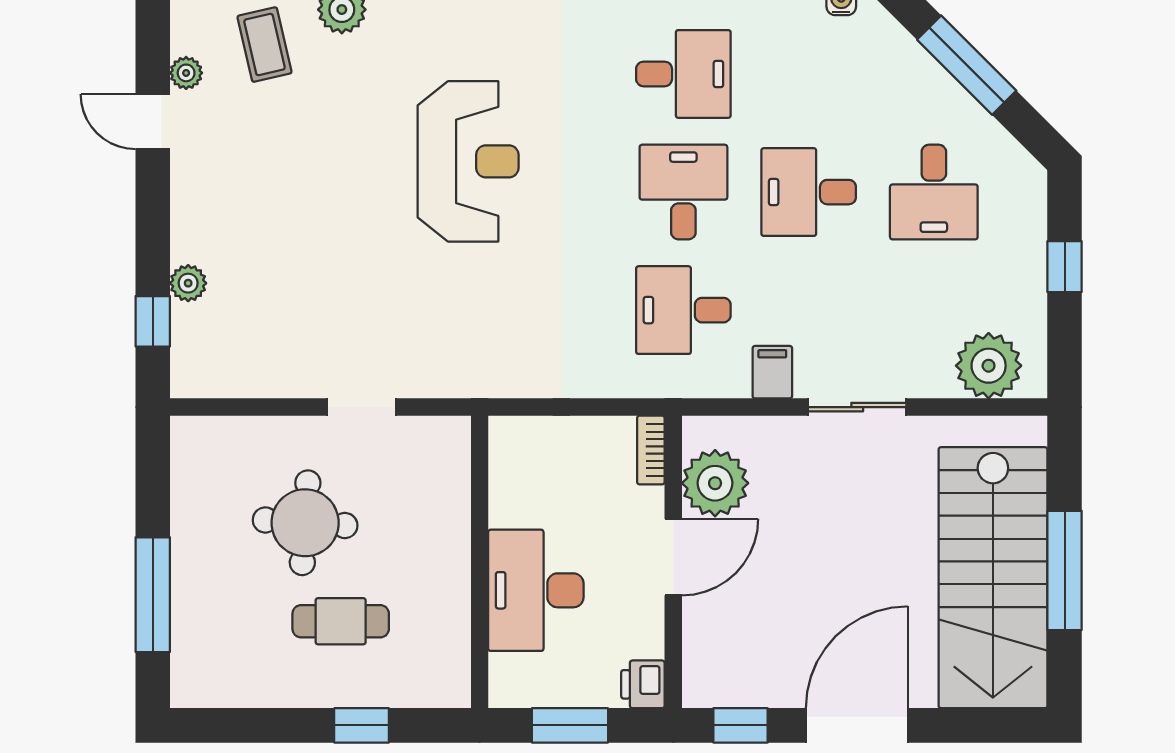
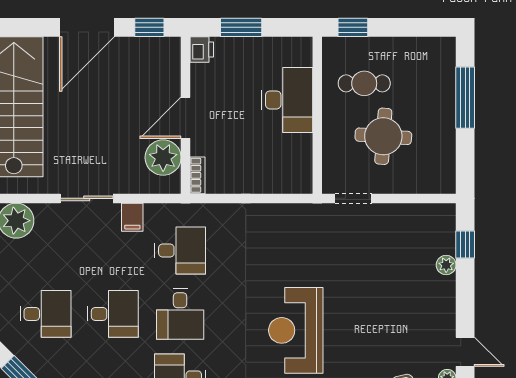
desk: (934, 192) -> (46, 314), turned 90
wall: (480, 562) -> (317, 115), moved
desk: (536, 590) -> (287, 100), moved

